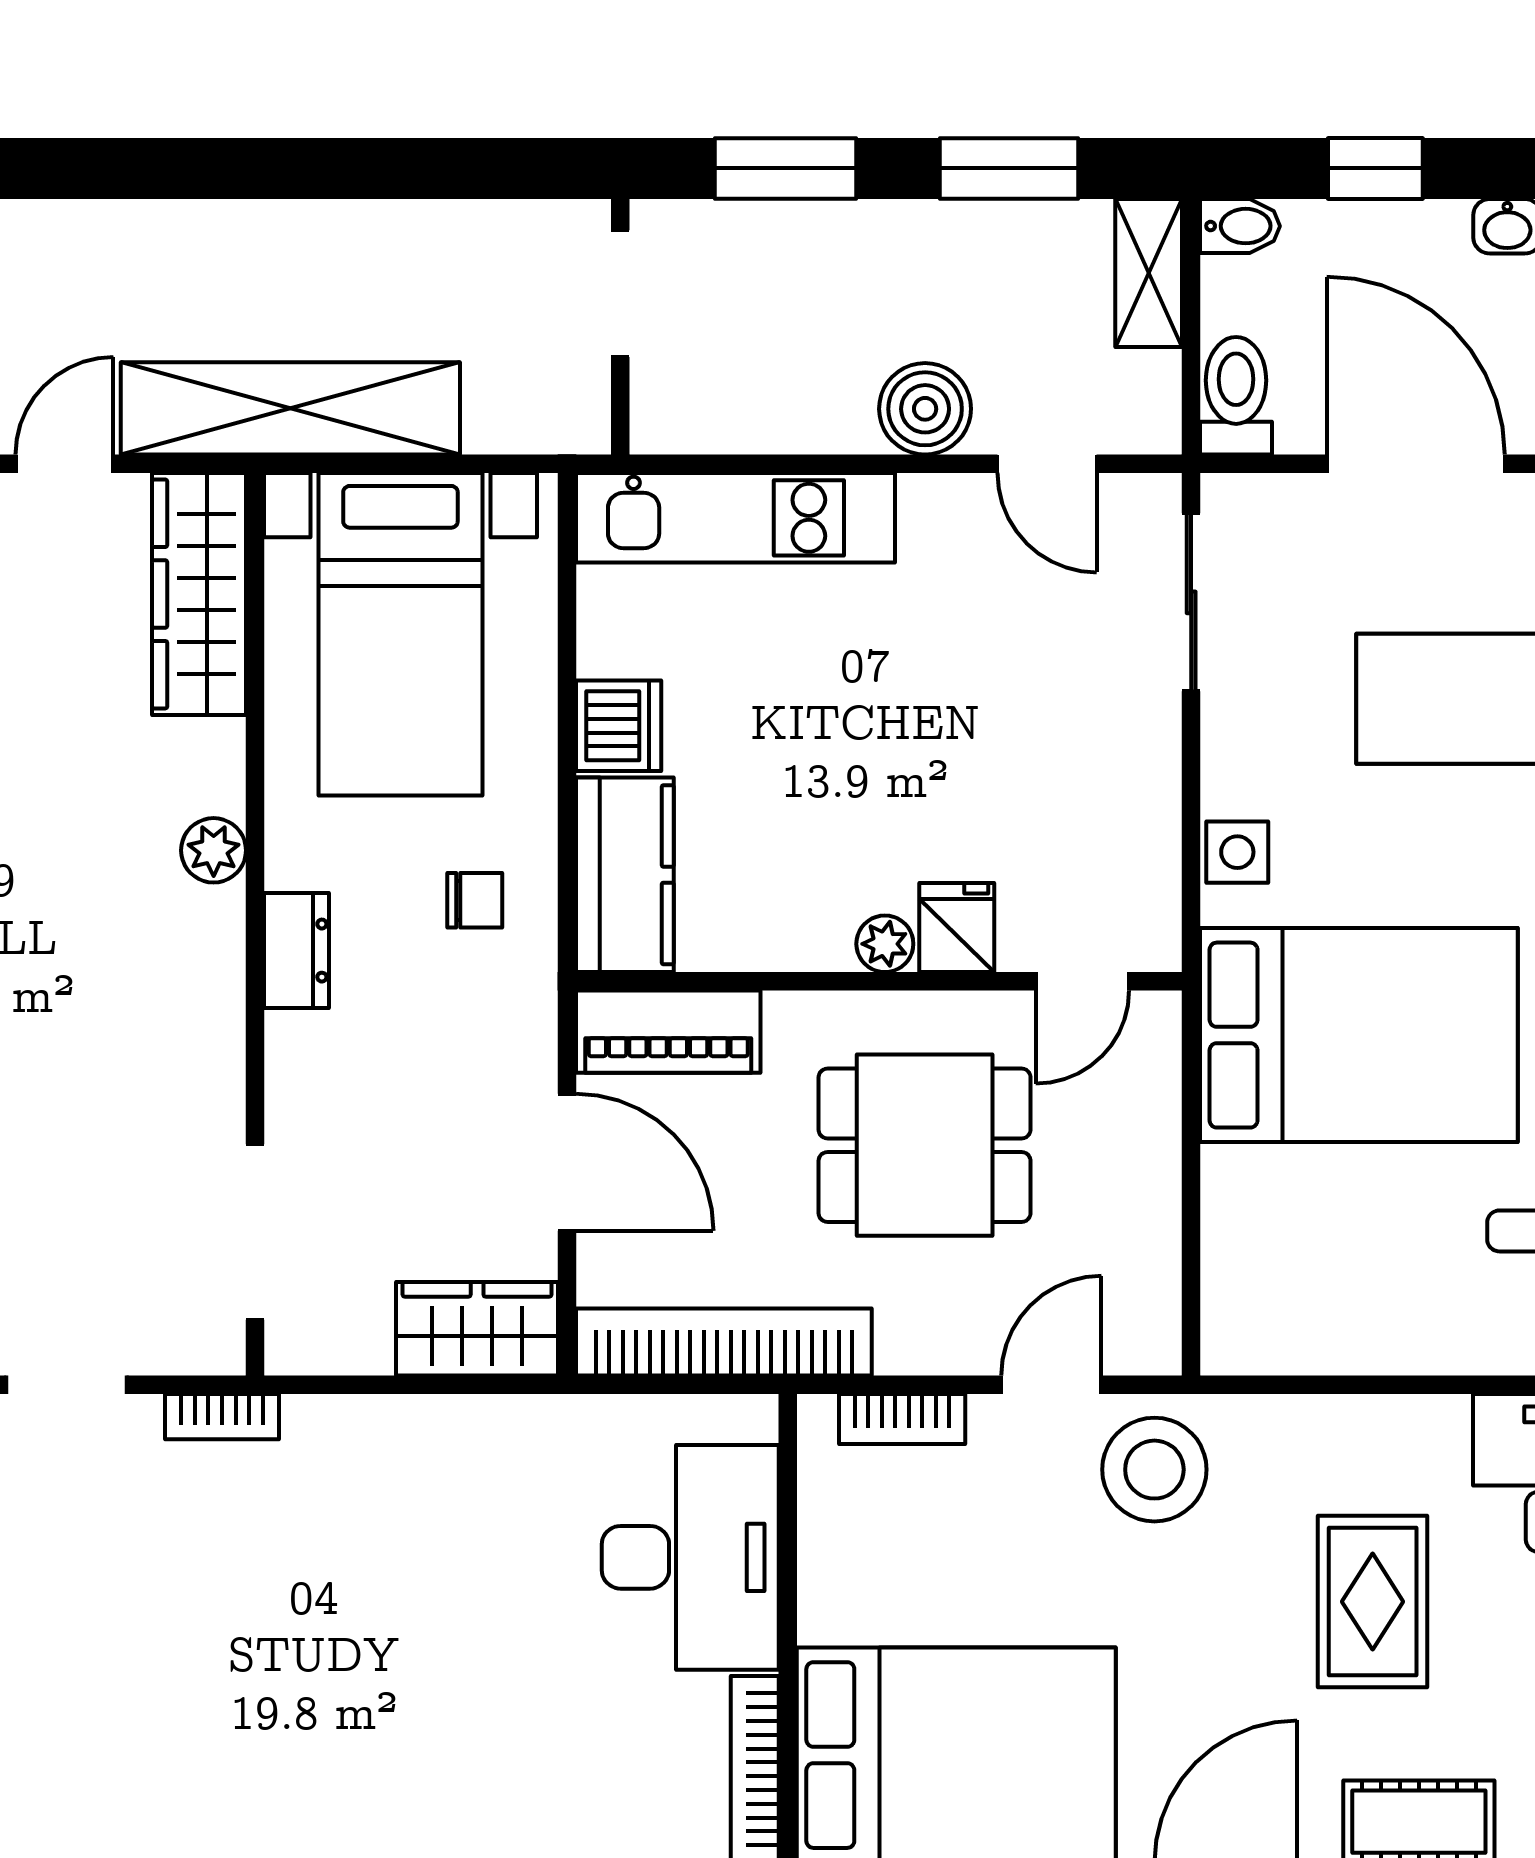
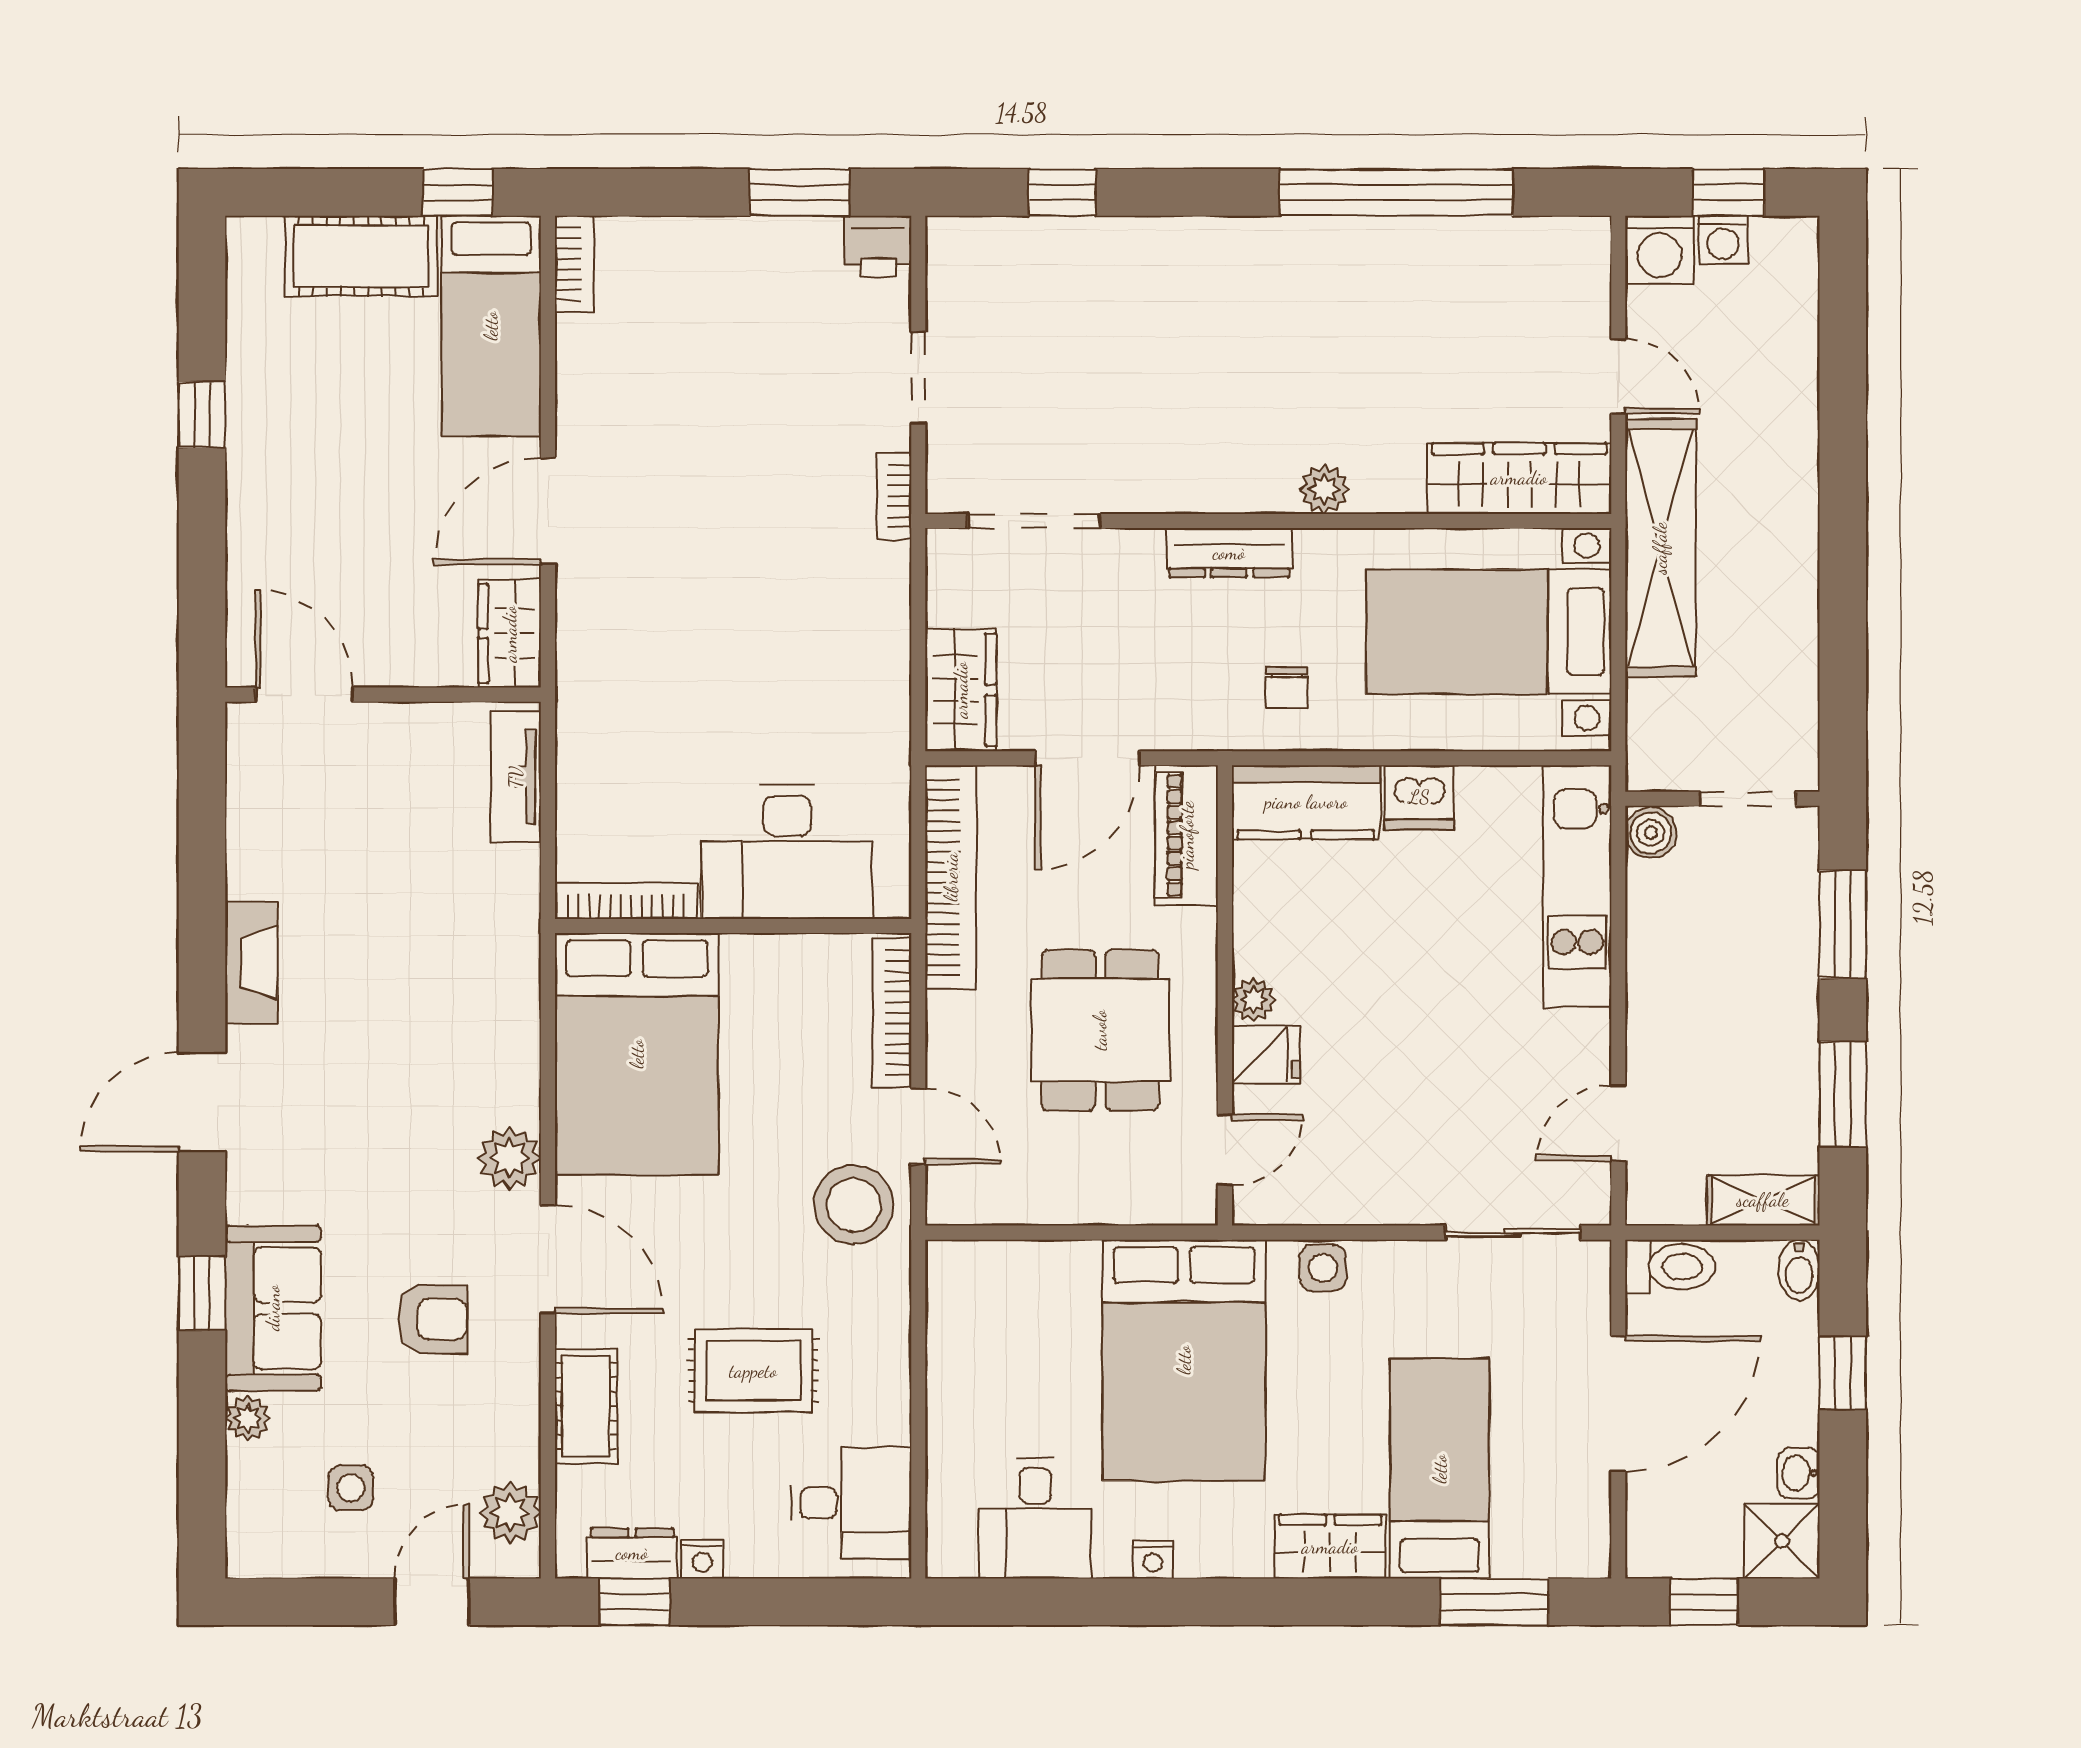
boiler: (925, 409) -> (1651, 833), moved, width x0.73, depth x0.73
dresser: (297, 951) -> (1229, 553), width x1.44
door: (1082, 981) -> (1225, 1150), swing flipped
bookcase: (902, 1419) -> (892, 1013), width x1.56

